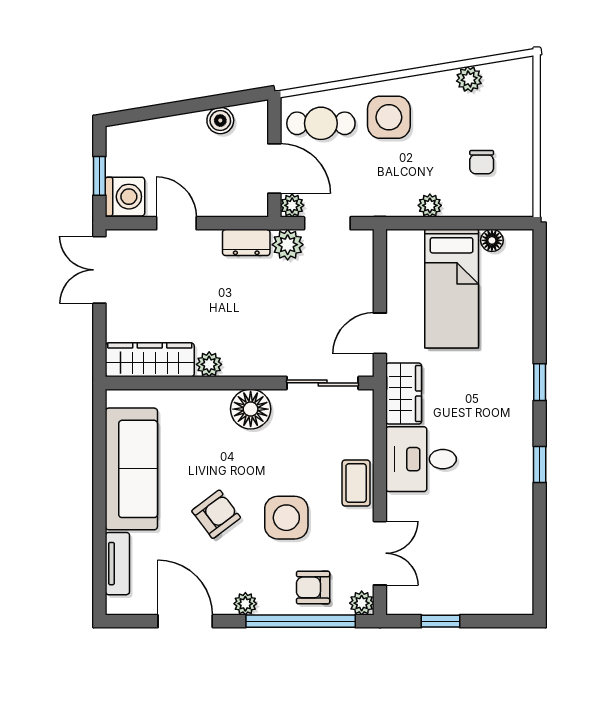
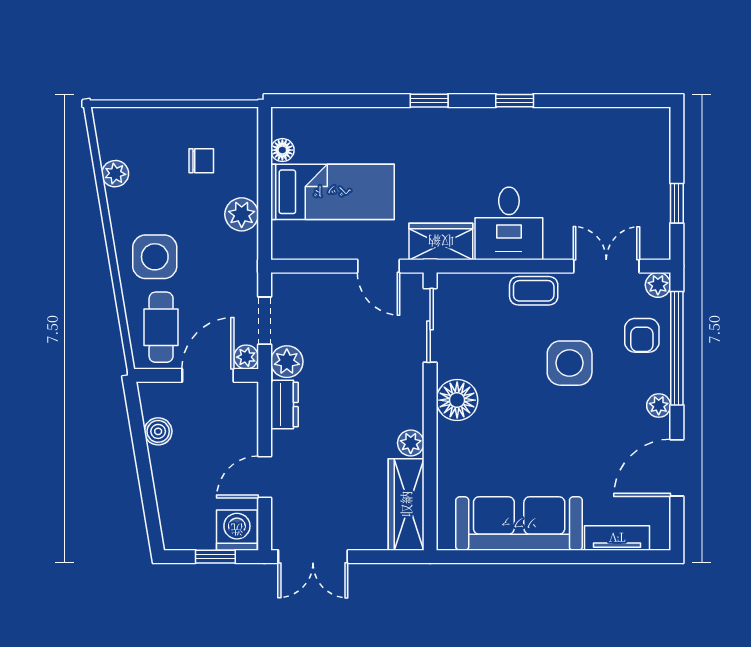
plant: (430, 205) -> (242, 214), width x1.38, depth x1.38
armchair: (216, 514) -> (566, 436), removed

